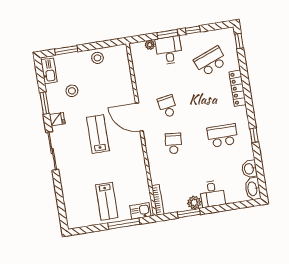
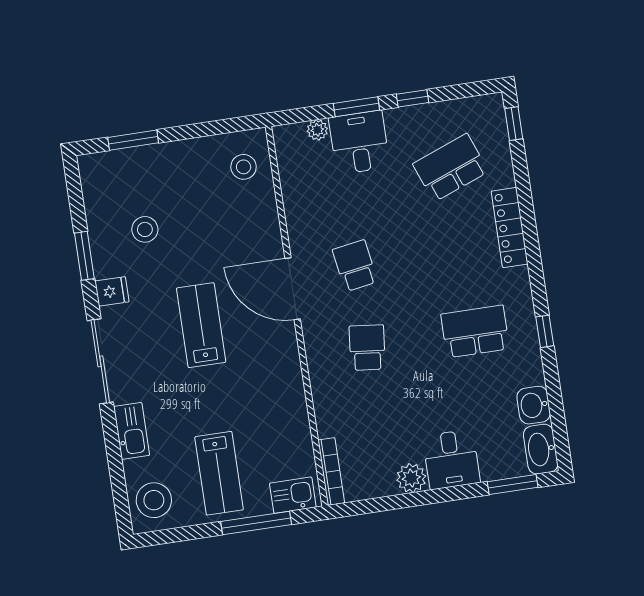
stool: (97, 58) -> (244, 167), moved
kitchen sink: (49, 71) -> (132, 431), moved
window: (189, 213) -> (513, 485), moved
stool: (77, 214) -> (154, 500), added

